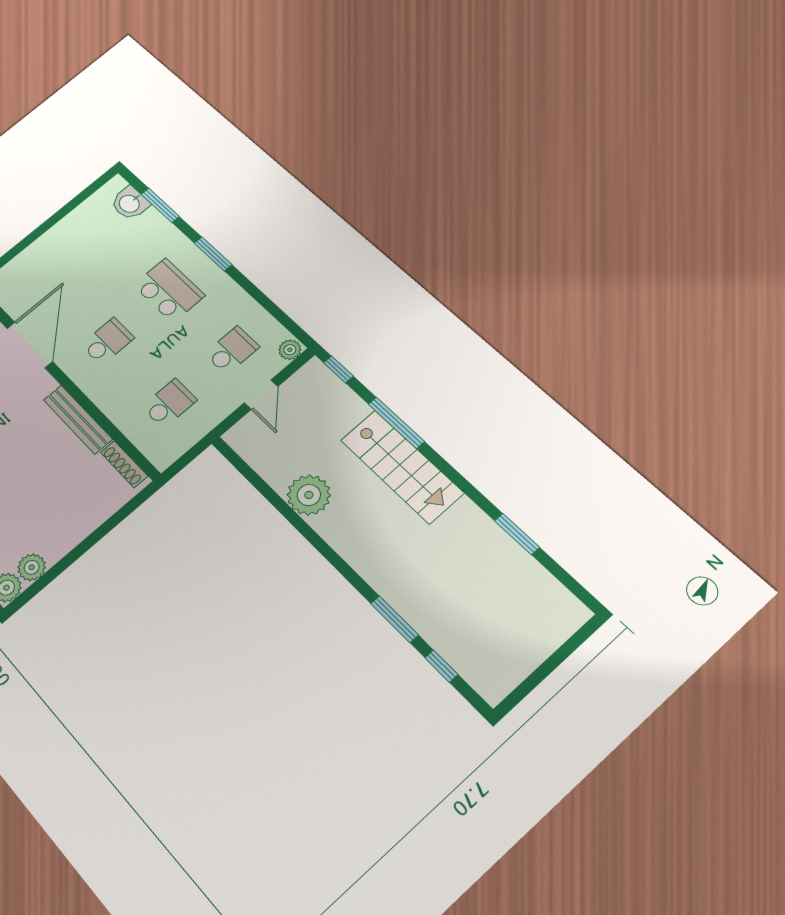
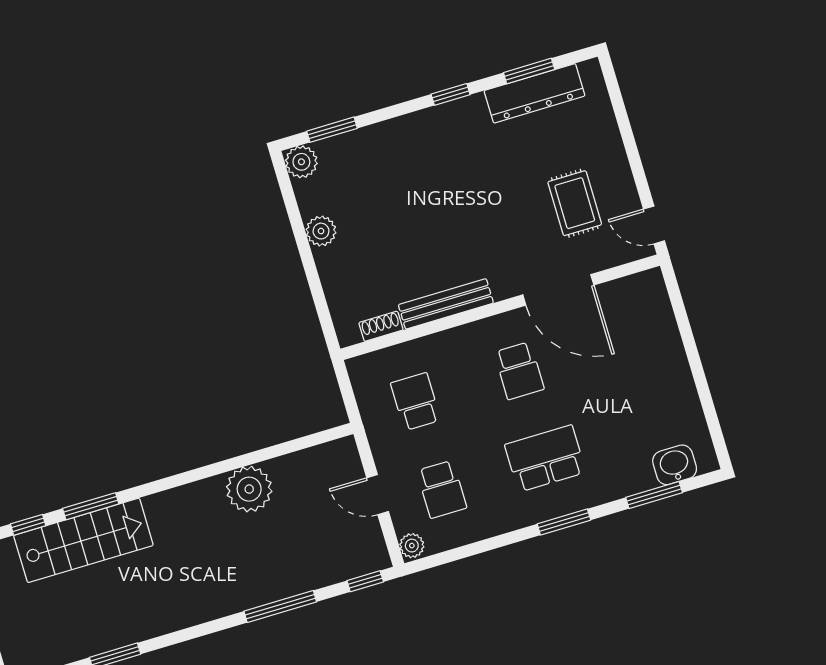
school desk: (169, 290) -> (545, 458), turned 180
school desk: (169, 403) -> (416, 402), turned 180
shoe rack: (124, 464) -> (381, 326), width x0.70
stairs: (402, 466) -> (83, 540), moved, turned 180
plant: (32, 567) -> (321, 231), moved

